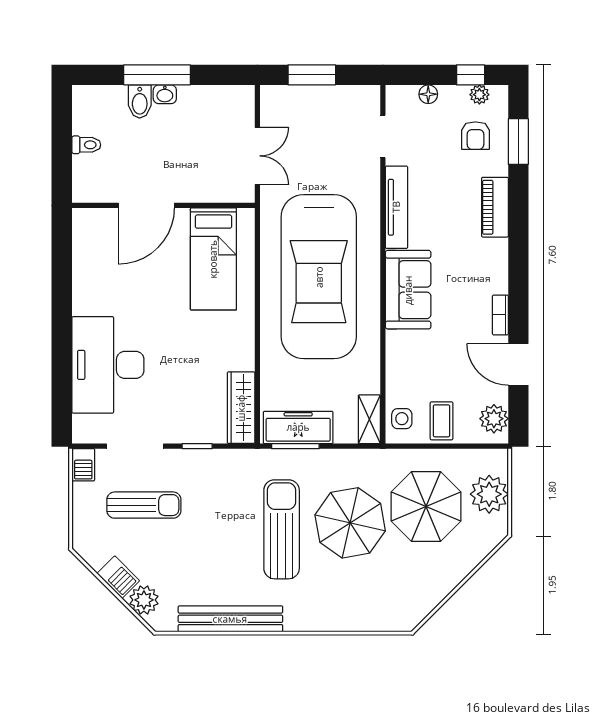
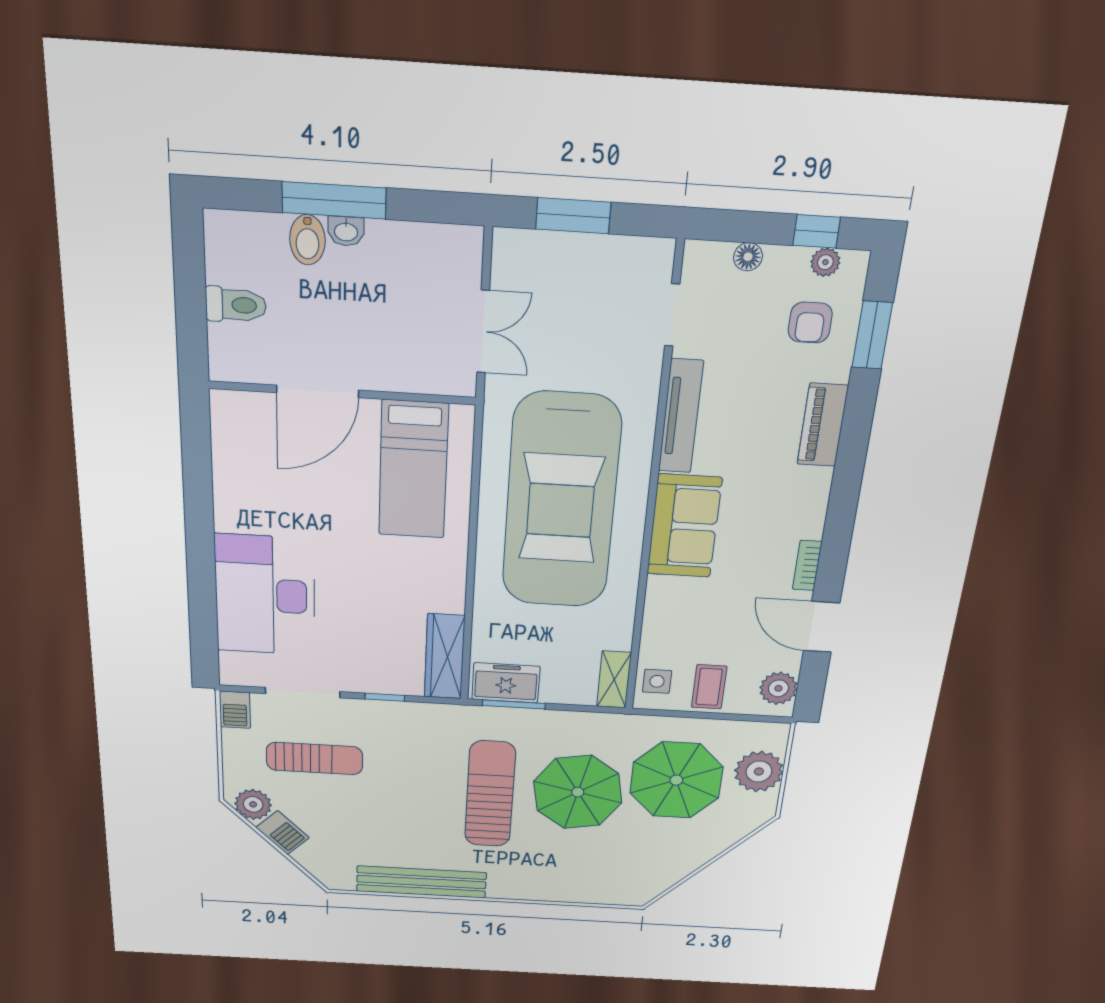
toilet: (86, 145) -> (236, 305), width x1.37, depth x1.39
freezer: (298, 427) -> (506, 683), width x0.71
plant: (144, 600) -> (253, 804), moved

